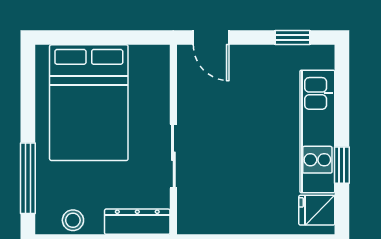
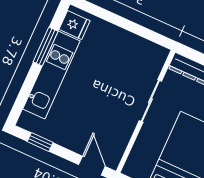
window: (342, 165) -> (46, 47), width x1.50

